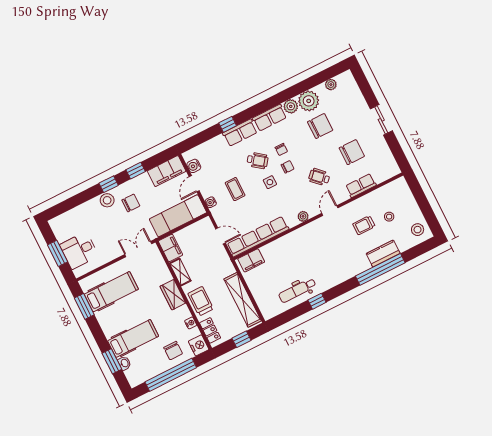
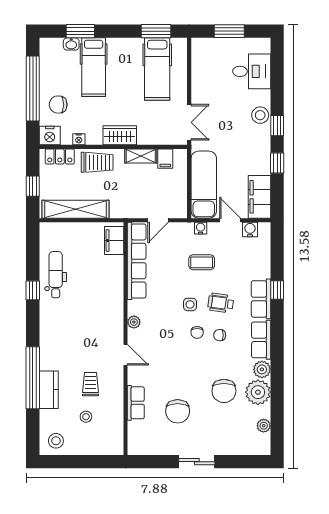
wheelchair: (258, 160) -> (221, 303), turned 61
wheelchair: (319, 177) -> (168, 362), removed
chair: (131, 203) -> (244, 140), removed
filing cabinet: (171, 248) -> (165, 159), width x0.50
desk: (79, 250) -> (252, 71), moved, turned 90

